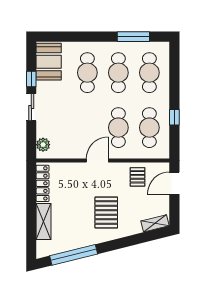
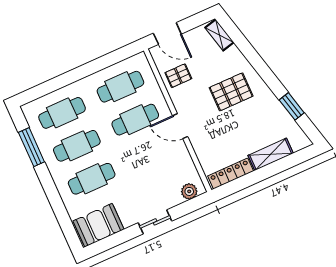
window: (31, 79) -> (125, 235), removed
window: (174, 117) -> (97, 65), removed
window: (74, 255) -> (292, 106), width x0.47

